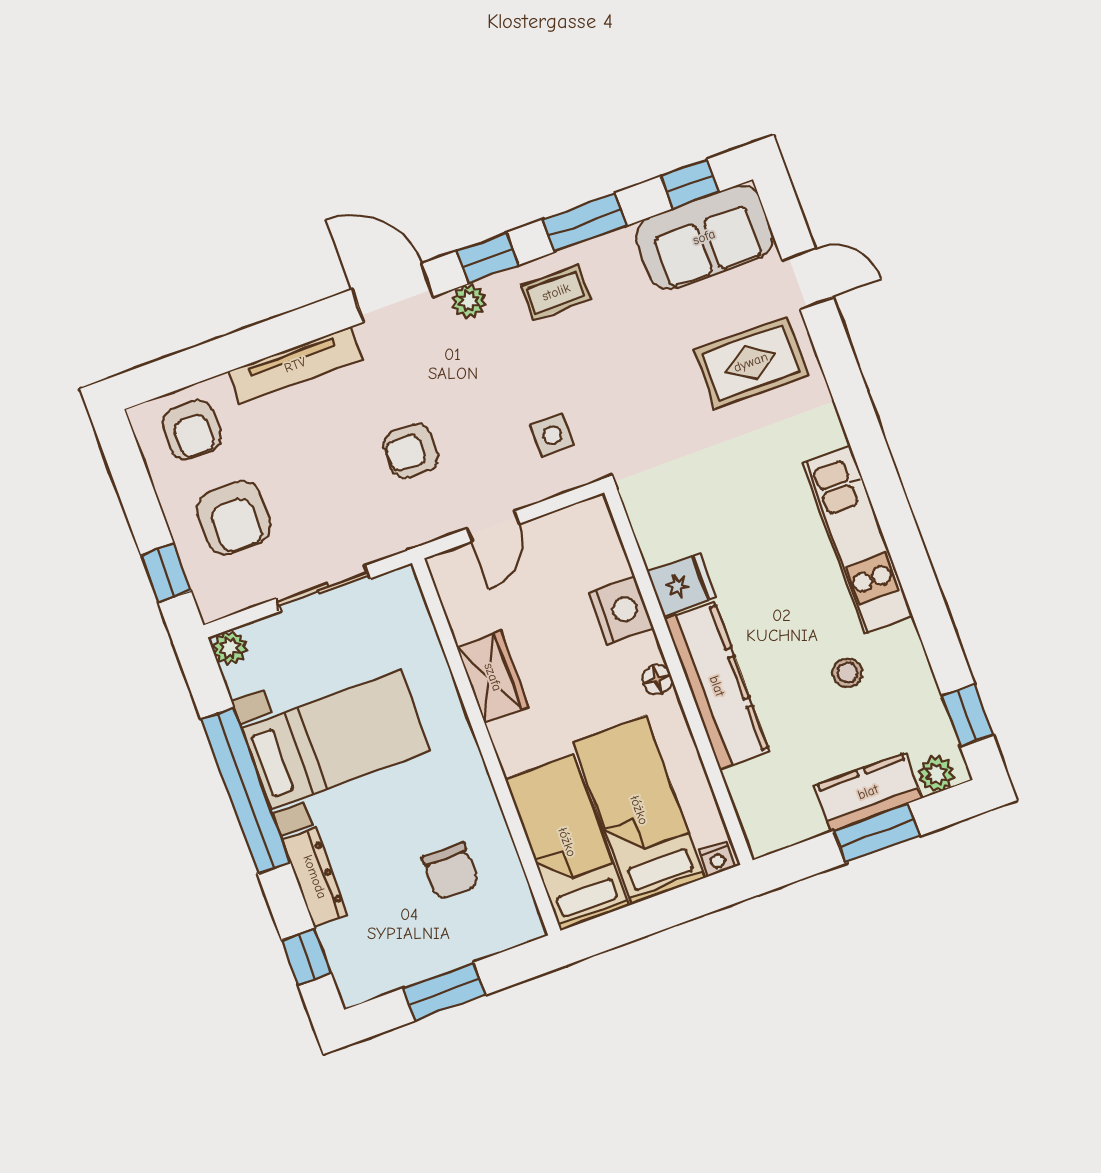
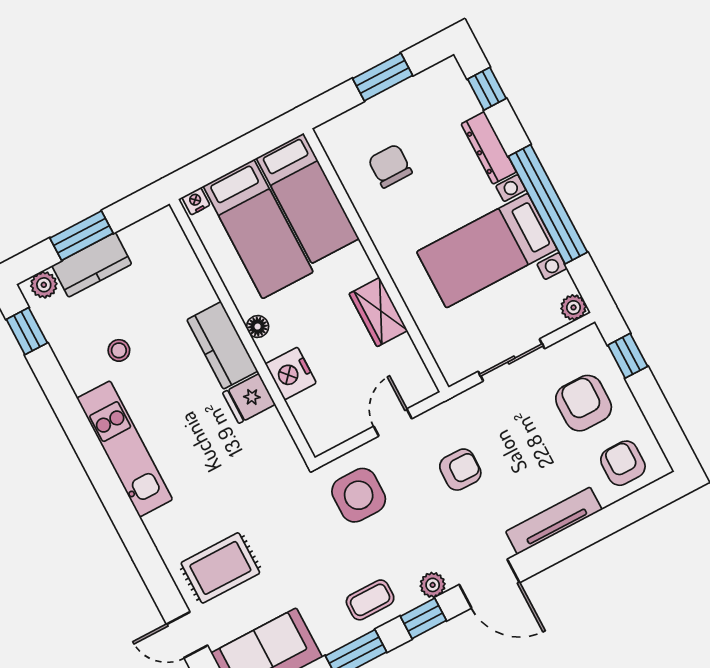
side table: (552, 435) -> (359, 495), width x1.87, depth x1.87
kitchen counter: (717, 686) -> (222, 345), width x0.67

